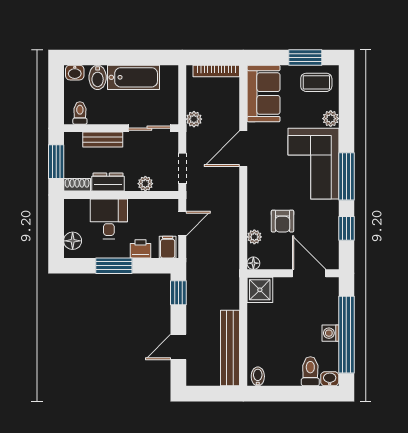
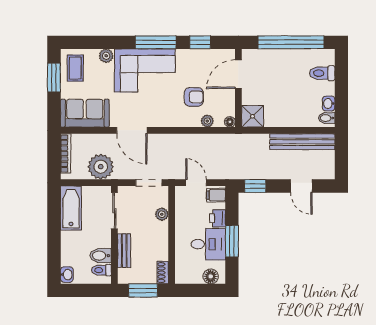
bidet: (98, 77) -> (101, 256), moved, turned 180
bathtub: (134, 77) -> (71, 208), moved
plant: (194, 119) -> (101, 167), width x1.88, depth x1.88
dresser: (108, 182) -> (160, 246), removed
desk: (109, 219) -> (208, 244), moved, turned 180
washing machine: (331, 333) -> (290, 56), removed
washbasin: (330, 379) -> (329, 104), moved

